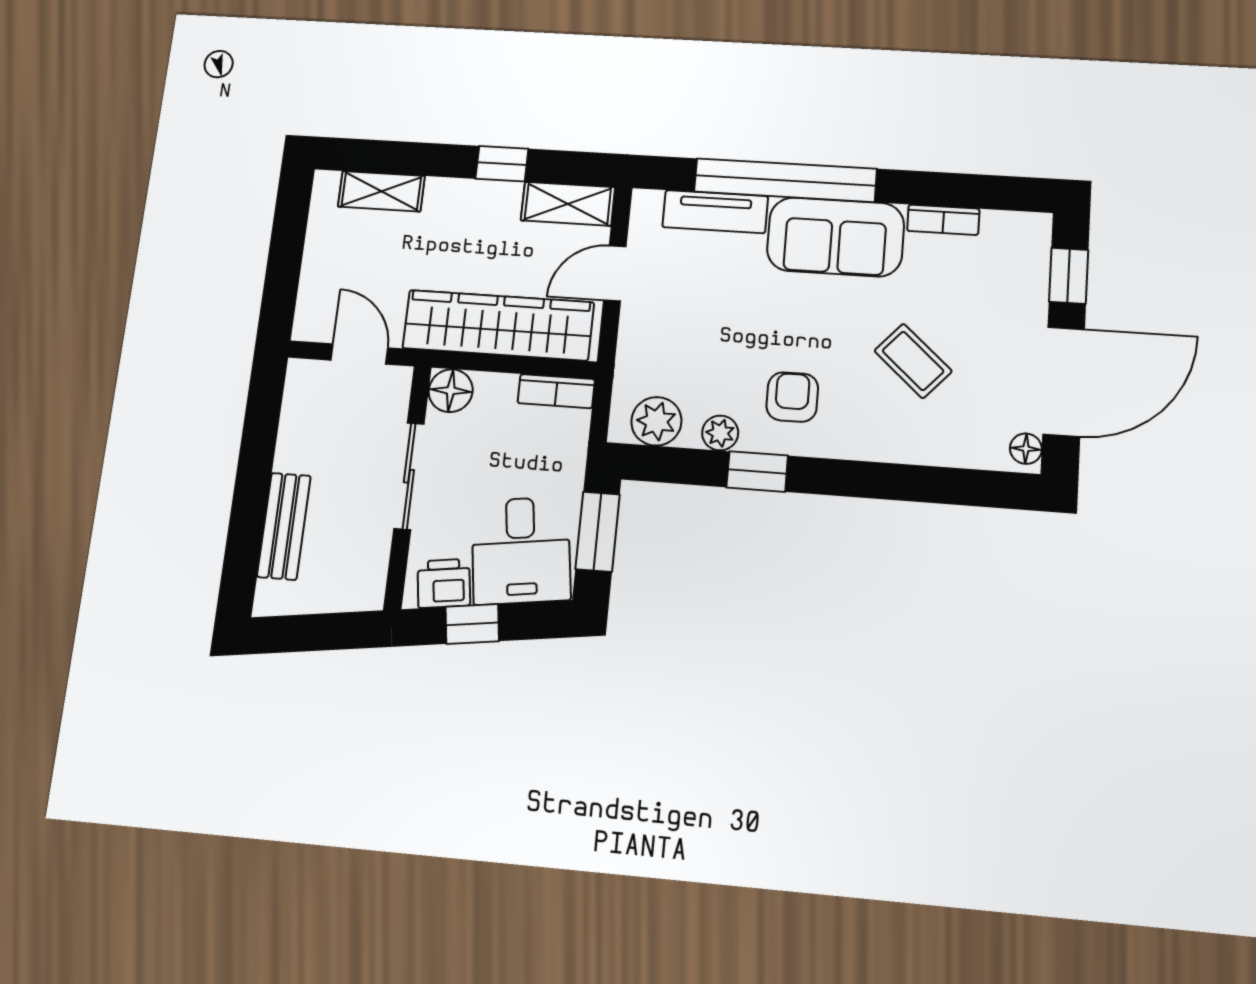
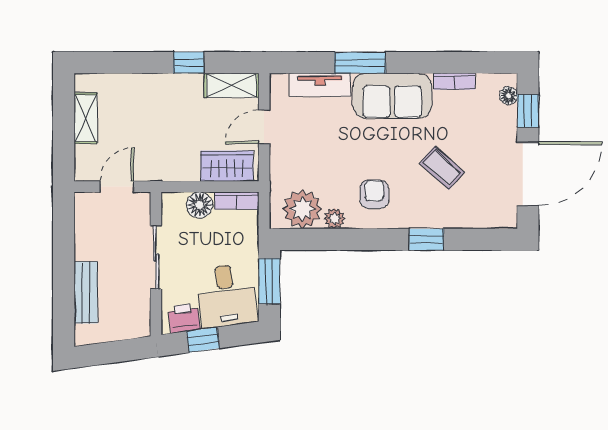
window: (785, 180) -> (360, 63), width x0.47
shelving: (381, 191) -> (86, 118), moved, turned 90
wardrobe: (498, 325) -> (227, 166), width x0.48, depth x0.85
door: (359, 354) -> (117, 187), hinge flipped
floor lamp: (451, 391) -> (200, 205), moved
plant: (656, 421) -> (302, 209), width x1.36, depth x1.36
floor lamp: (1026, 449) -> (508, 96), moved
window: (757, 471) -> (426, 239), moved

